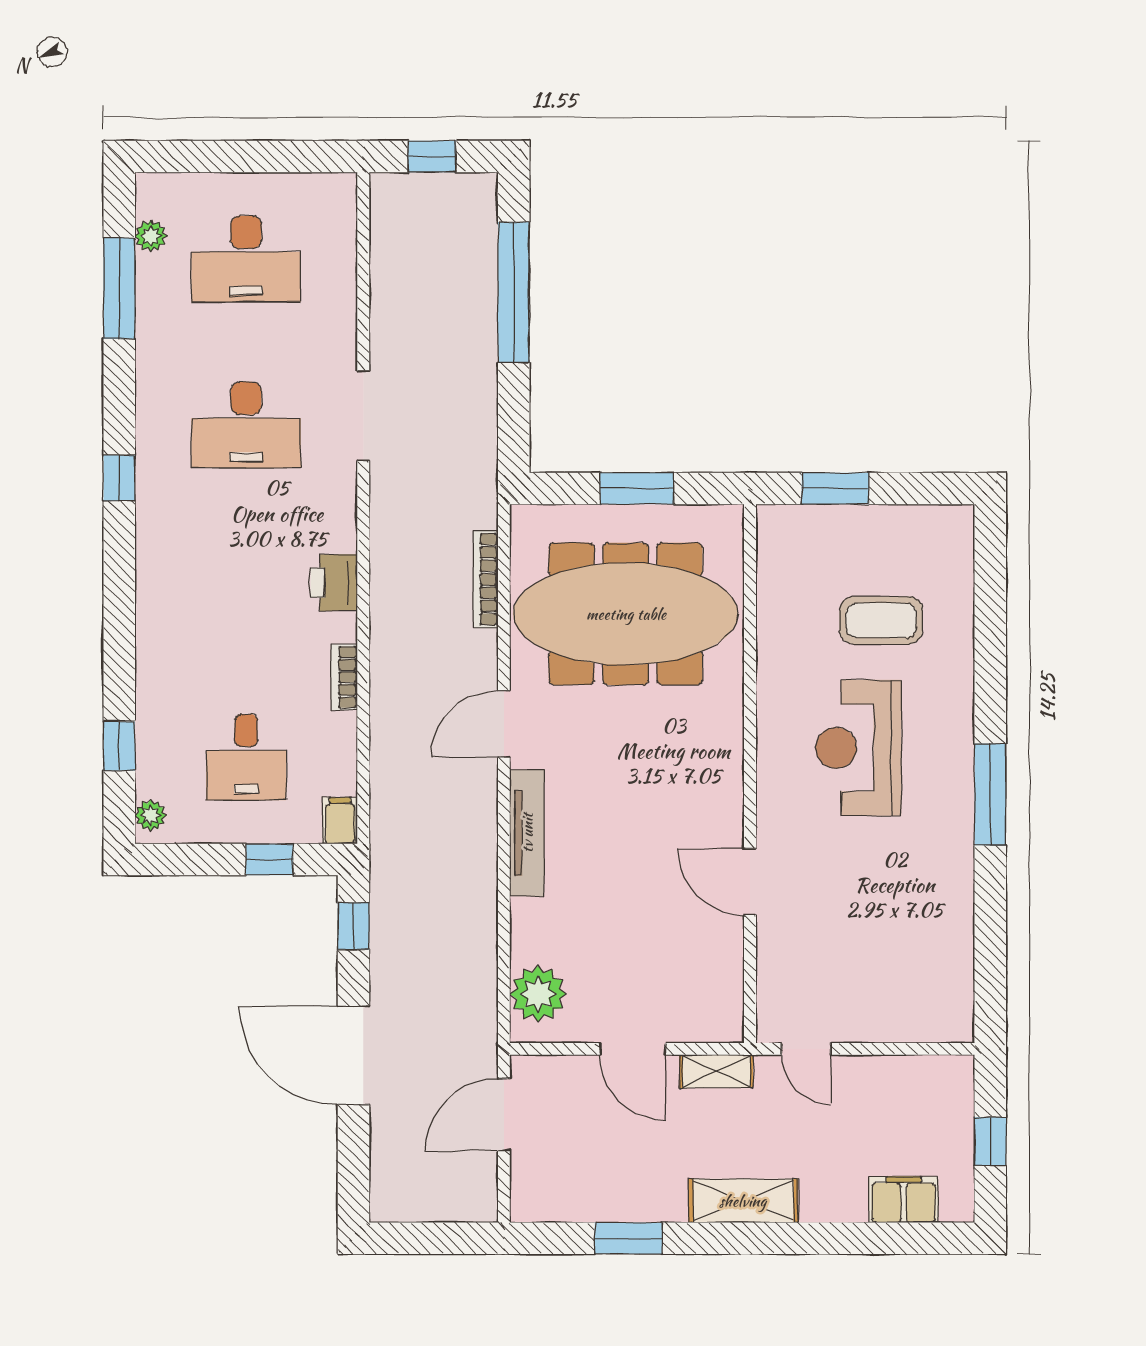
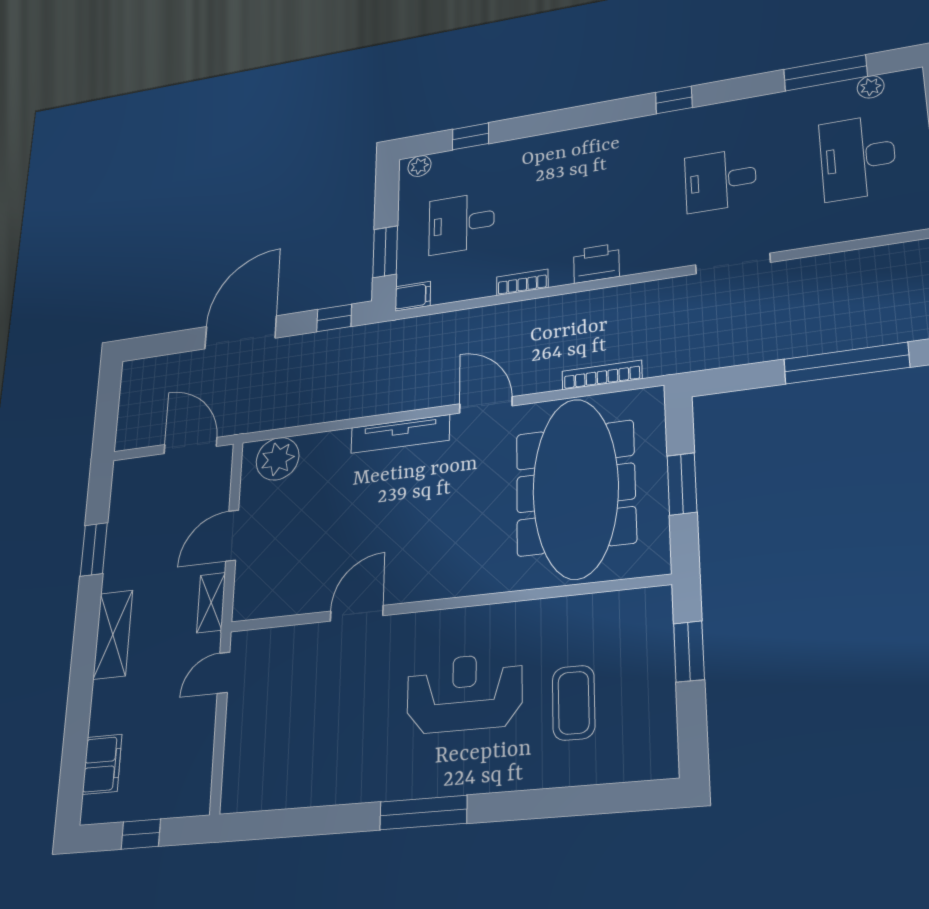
desk: (246, 425) -> (720, 180), width x0.73
window: (269, 859) -> (385, 252), width x1.50

